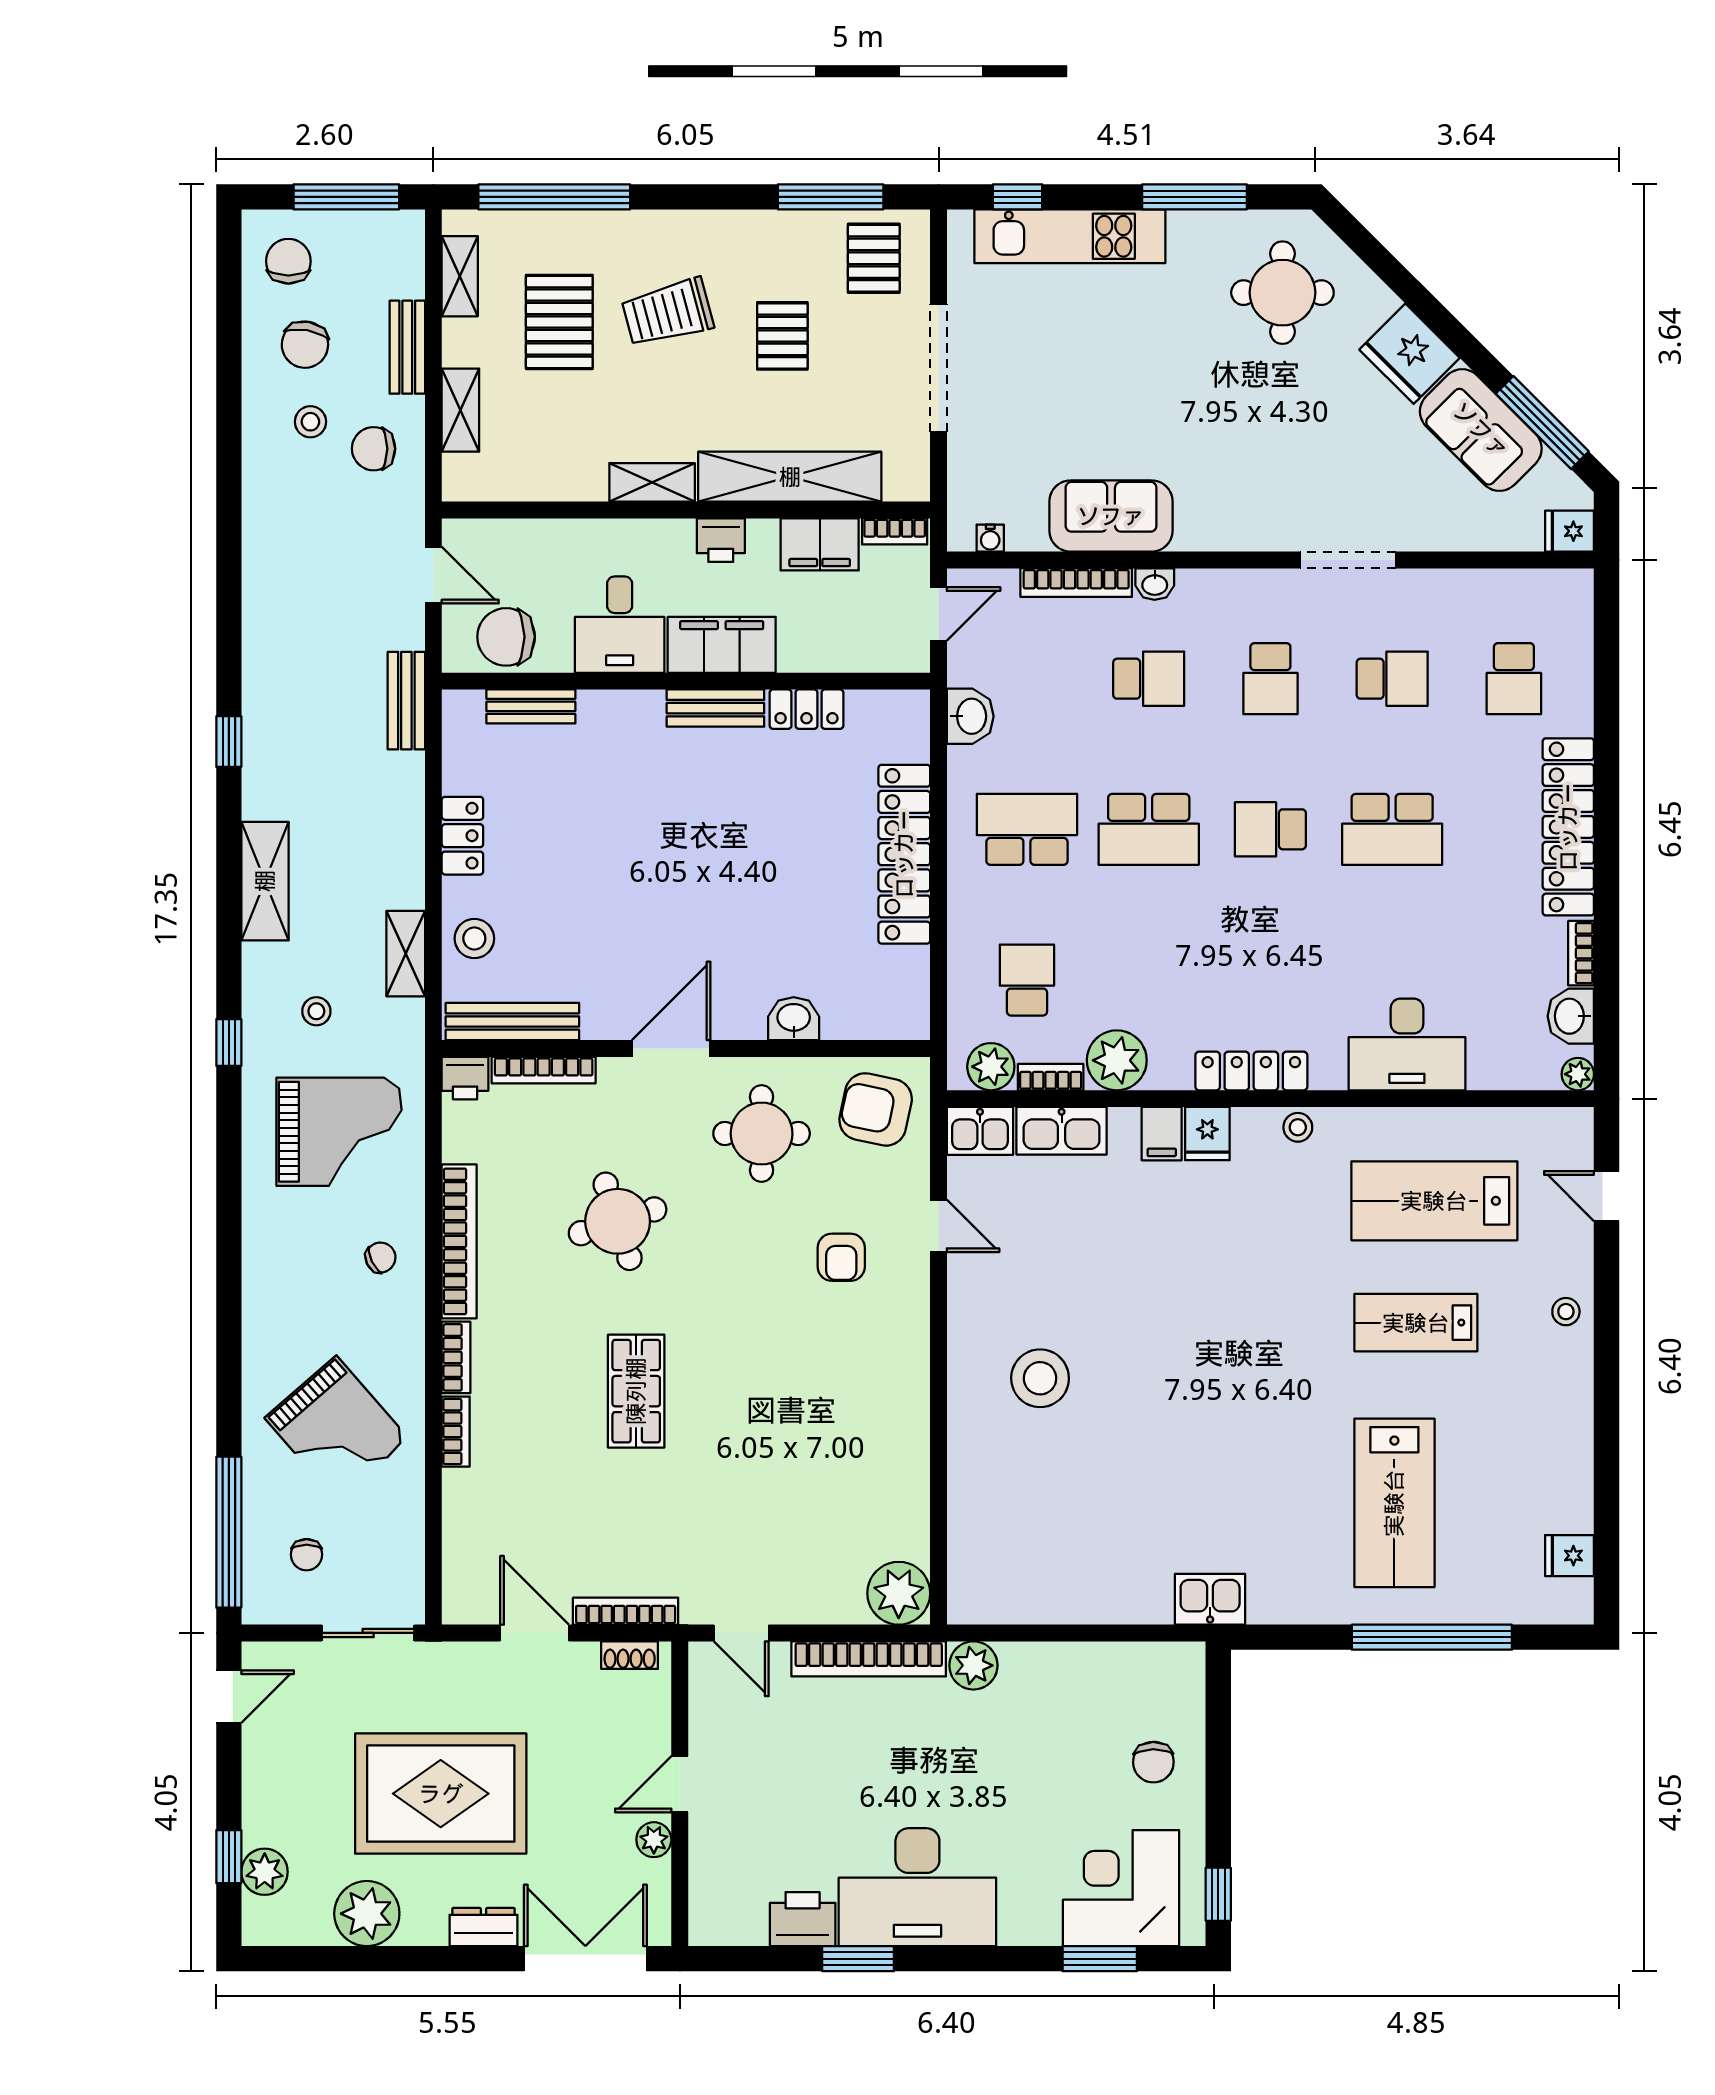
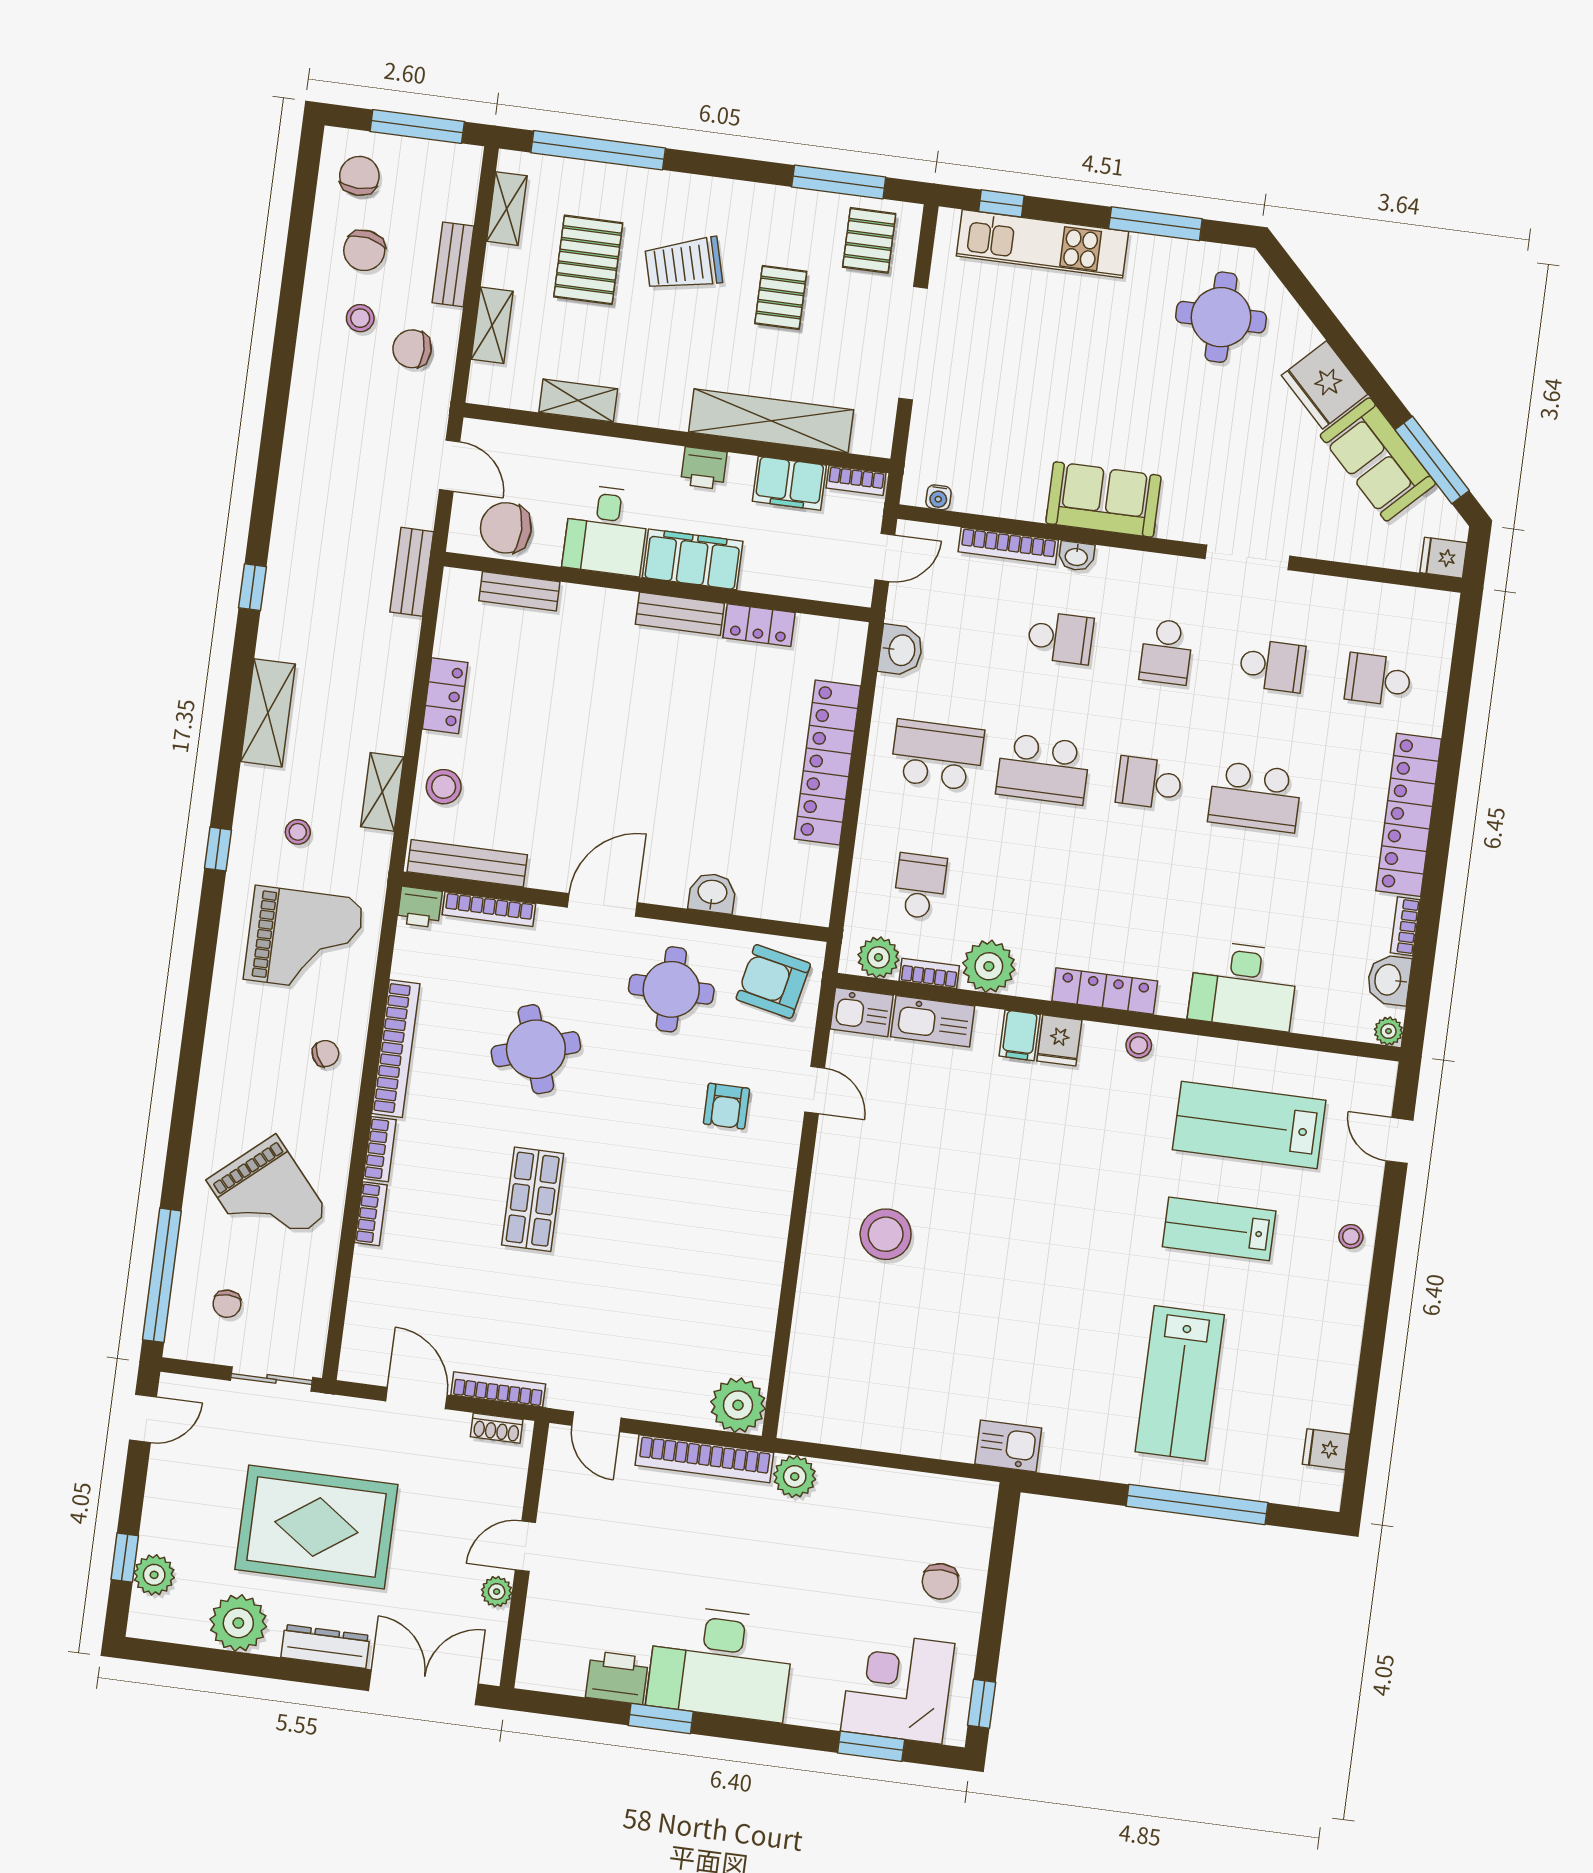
shelving: (652, 482) -> (578, 401), moved
sofa: (1111, 516) -> (1103, 499), moved
school desk: (1514, 679) -> (1378, 680), turned 90
dresser: (483, 1927) -> (325, 1646), width x1.44

